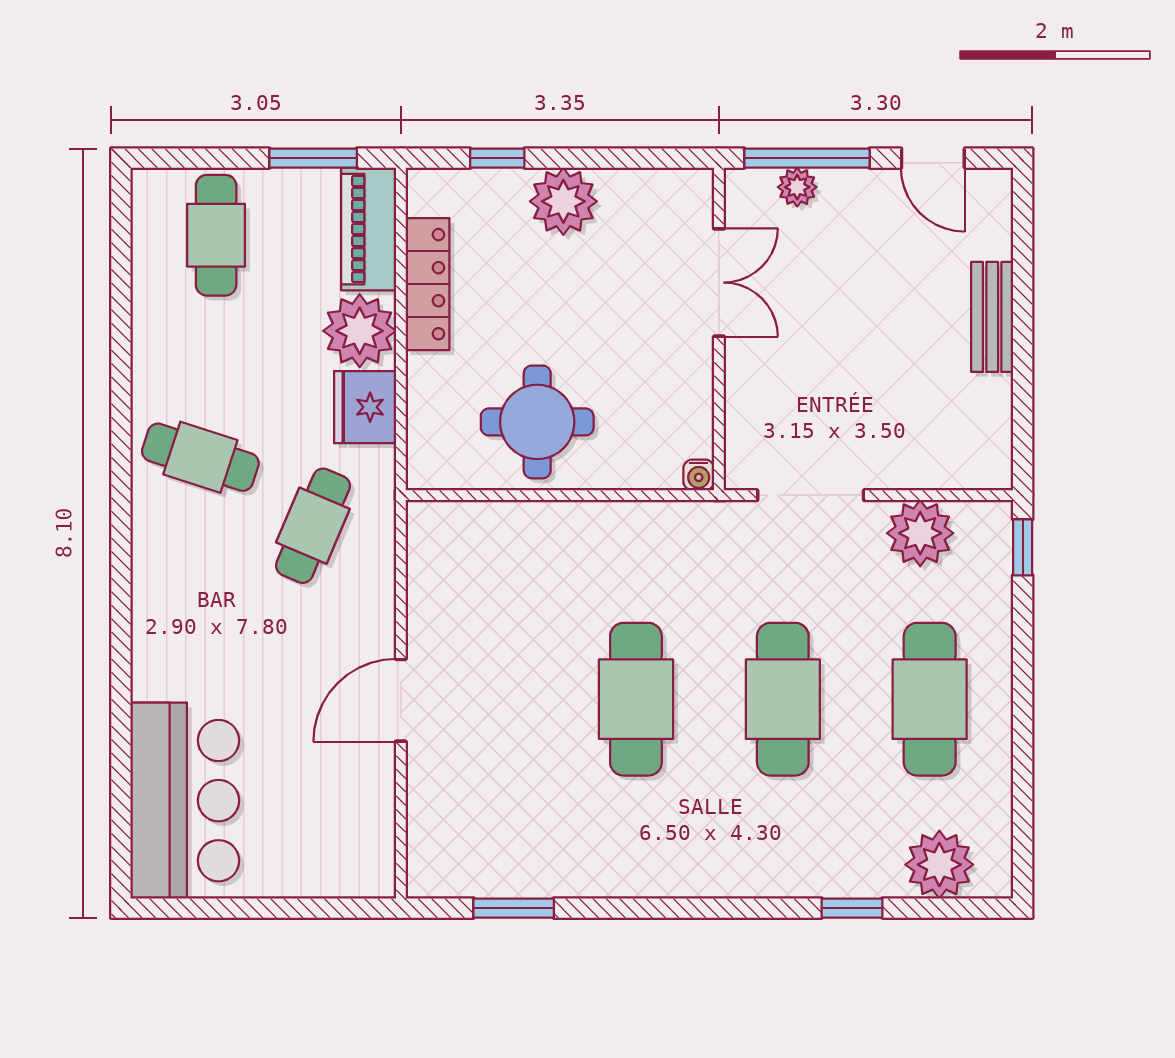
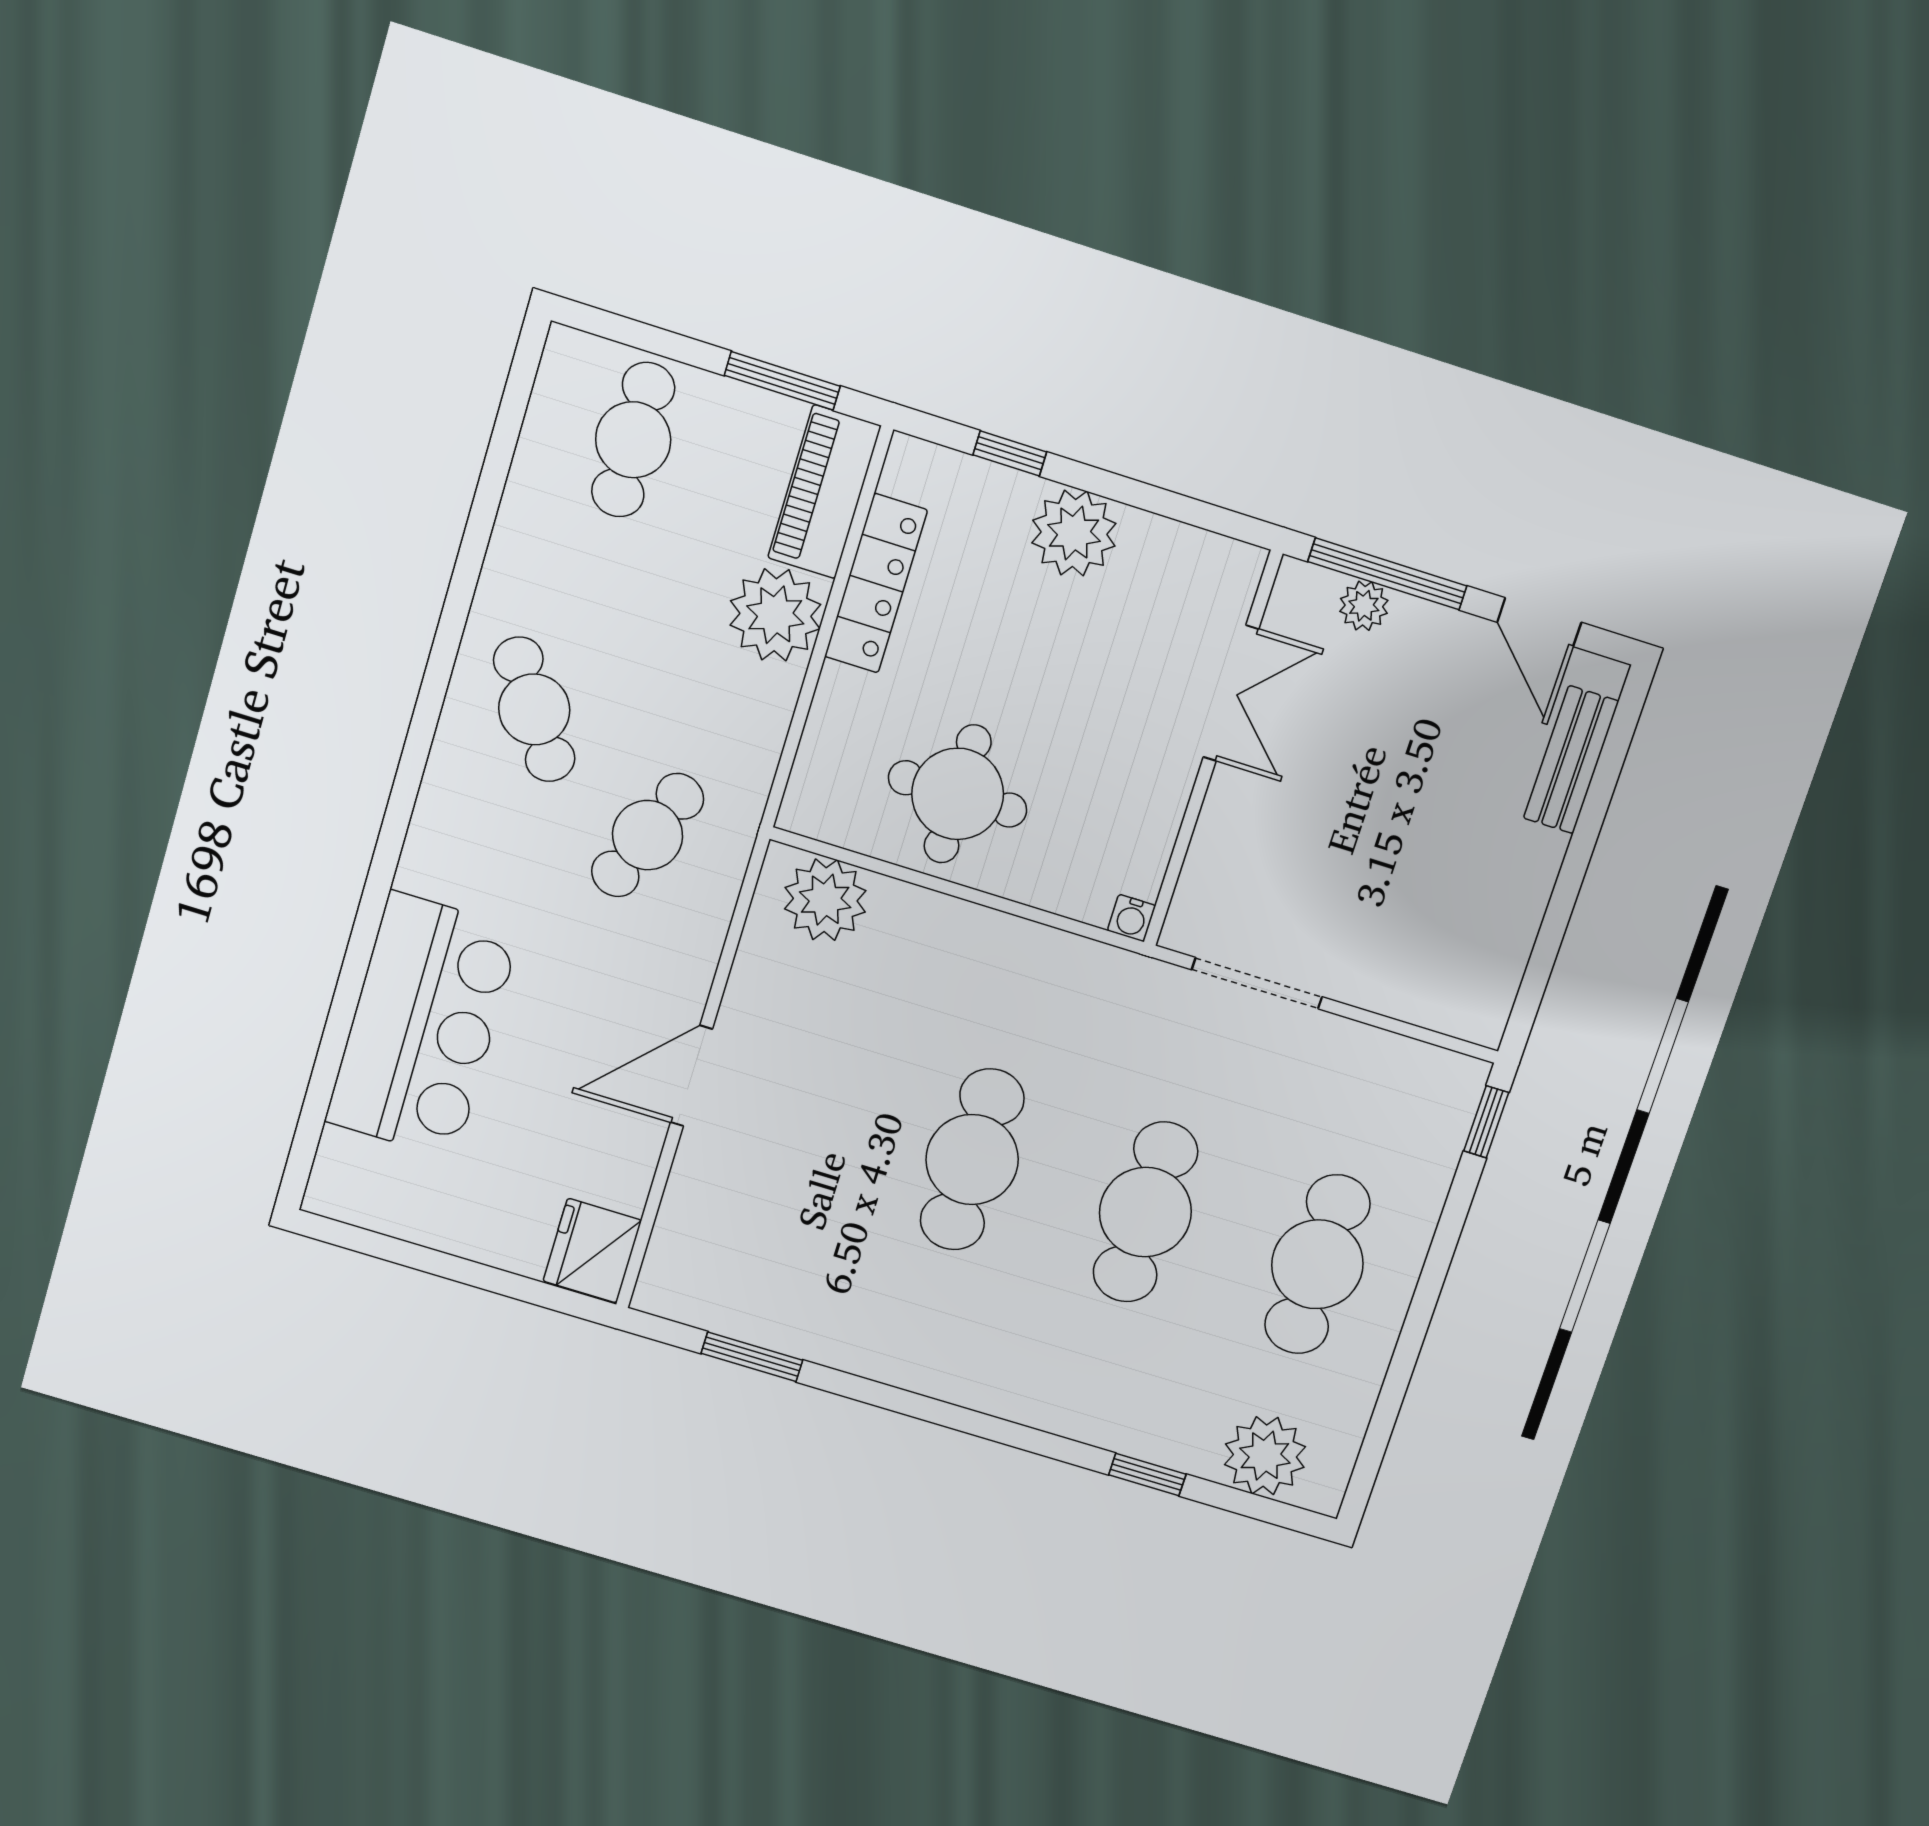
bench: (992, 317) -> (1571, 760), moved
fridge: (365, 407) -> (592, 1251), moved
cafe table: (200, 457) -> (534, 709), turned 38
plant: (920, 533) -> (825, 900), moved
bar counter: (185, 801) -> (423, 1026), moved

